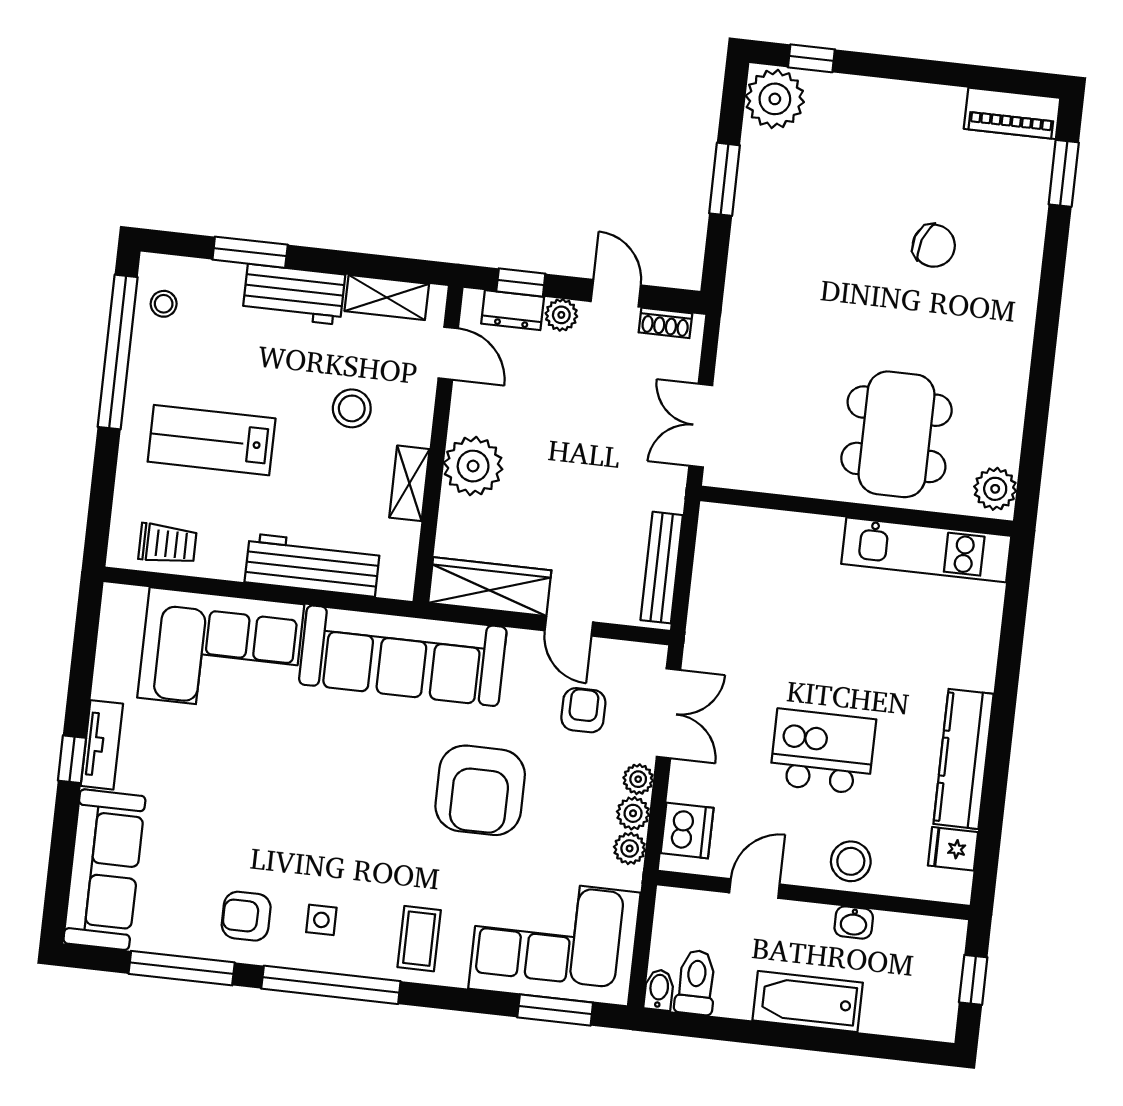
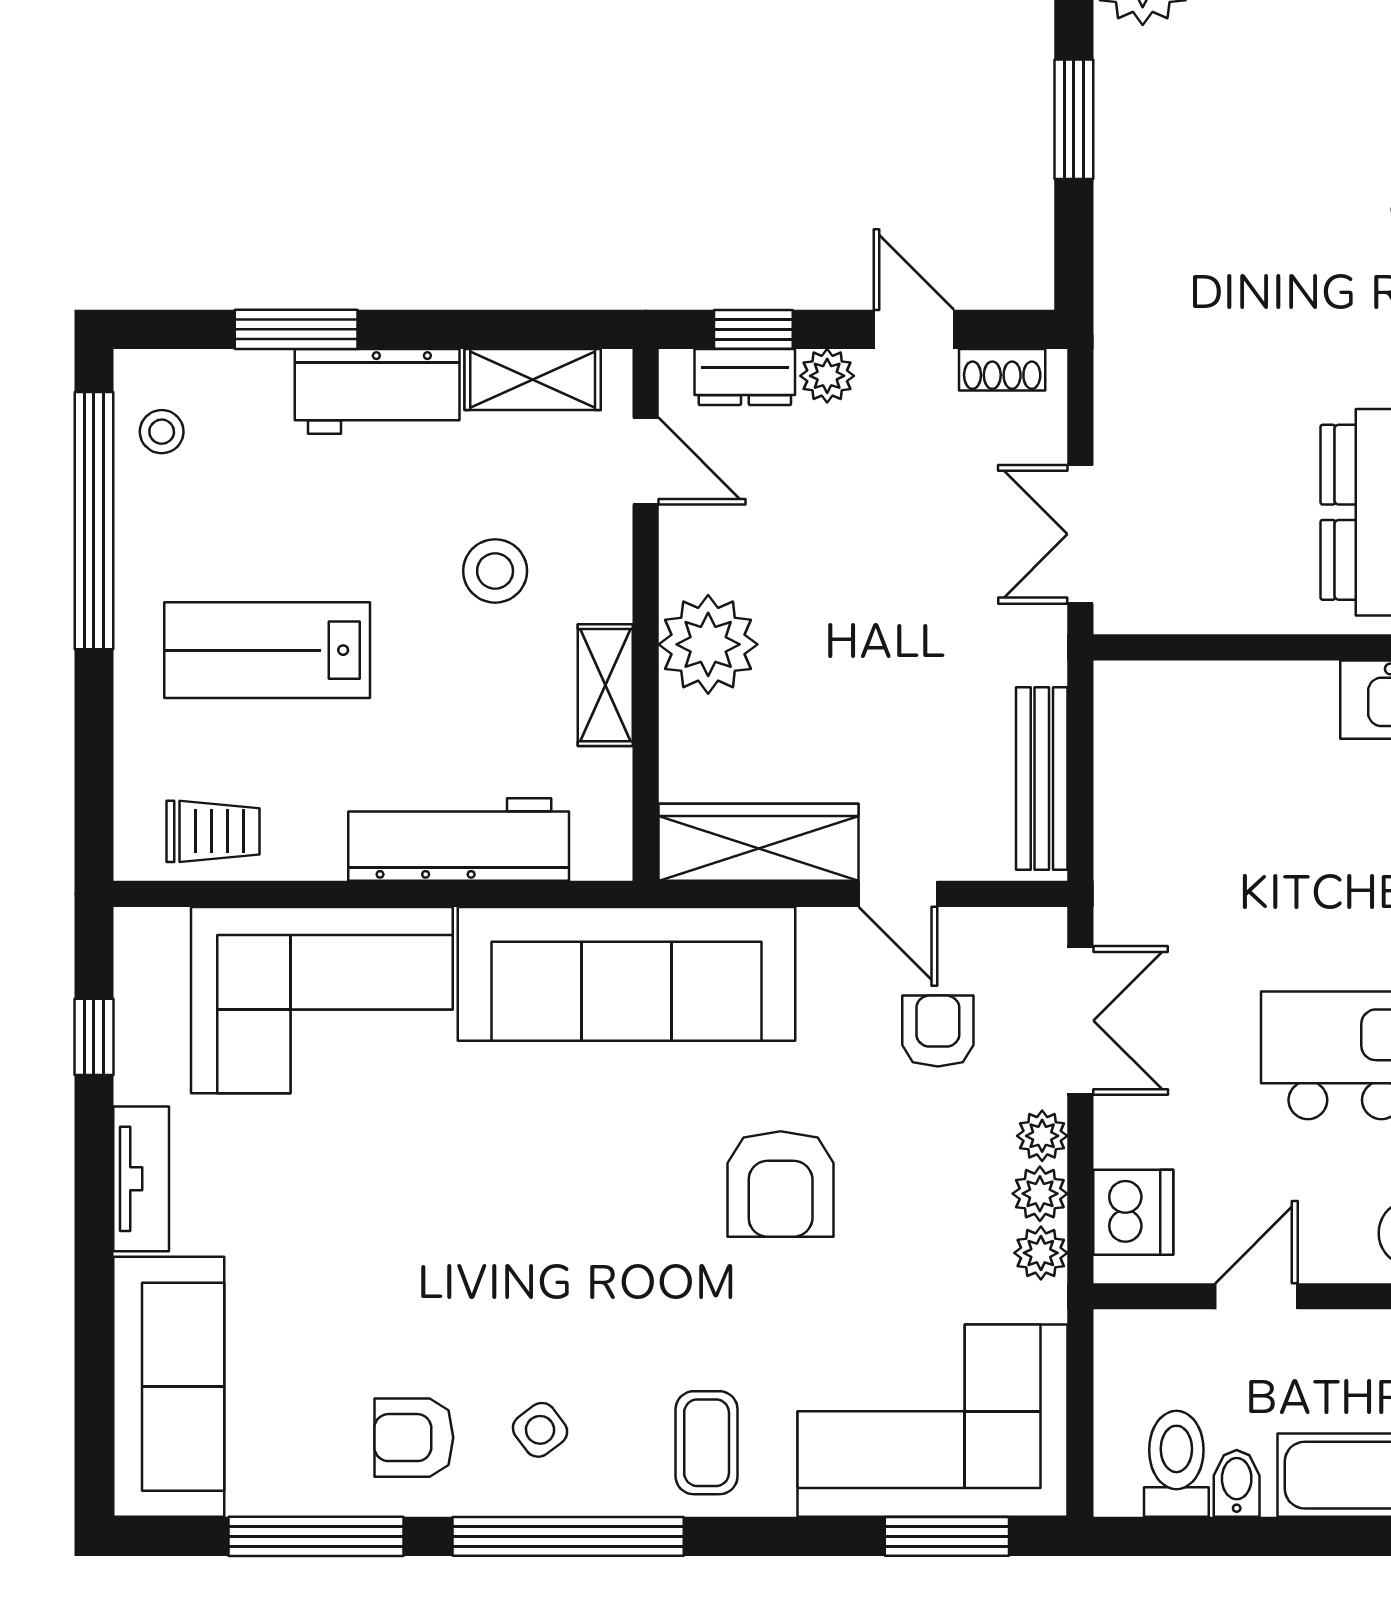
window: (72, 759) -> (94, 1037), moved
armchair: (480, 790) -> (781, 1184), width x0.73, depth x0.73
side table: (321, 920) -> (540, 1430), turned -37
bidet: (659, 990) -> (1237, 1483), moved

